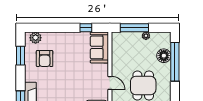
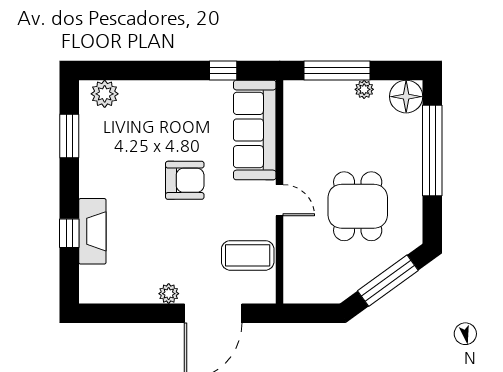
sofa: (99, 47) -> (255, 130), width x1.36
floor lamp: (164, 56) -> (406, 97), moved
armchair: (45, 59) -> (185, 180), moved, turned -90

